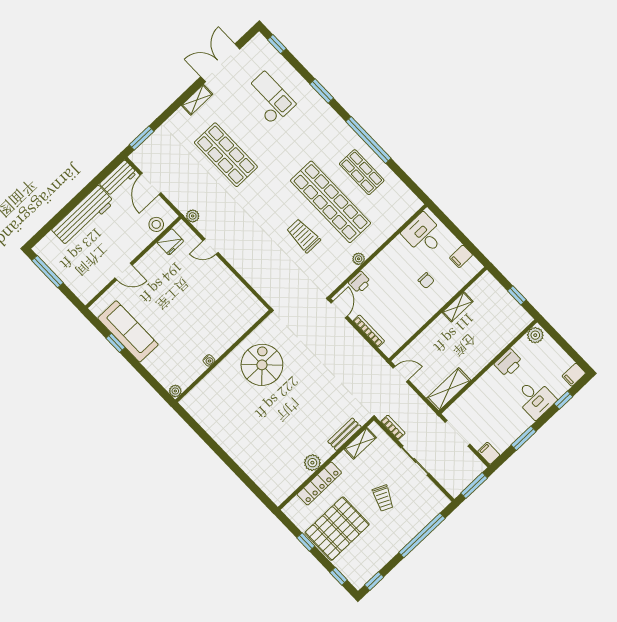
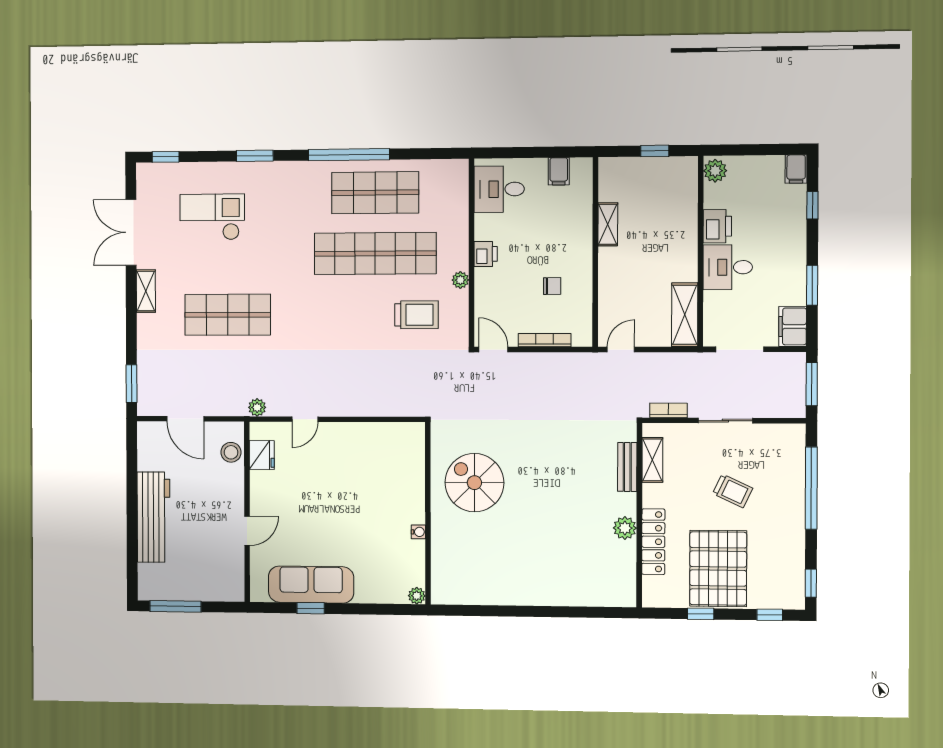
shop shelf: (362, 172) -> (375, 193), width x1.43, depth x1.36
workbench: (118, 178) -> (149, 446), removed
trolley: (303, 236) -> (416, 315), moved, turned 180
chair: (426, 281) -> (552, 286), moved
printer: (360, 282) -> (486, 254), moved
desk: (535, 398) -> (728, 267), moved, turned 180
filing cabinet: (489, 453) -> (793, 326), width x2.00

